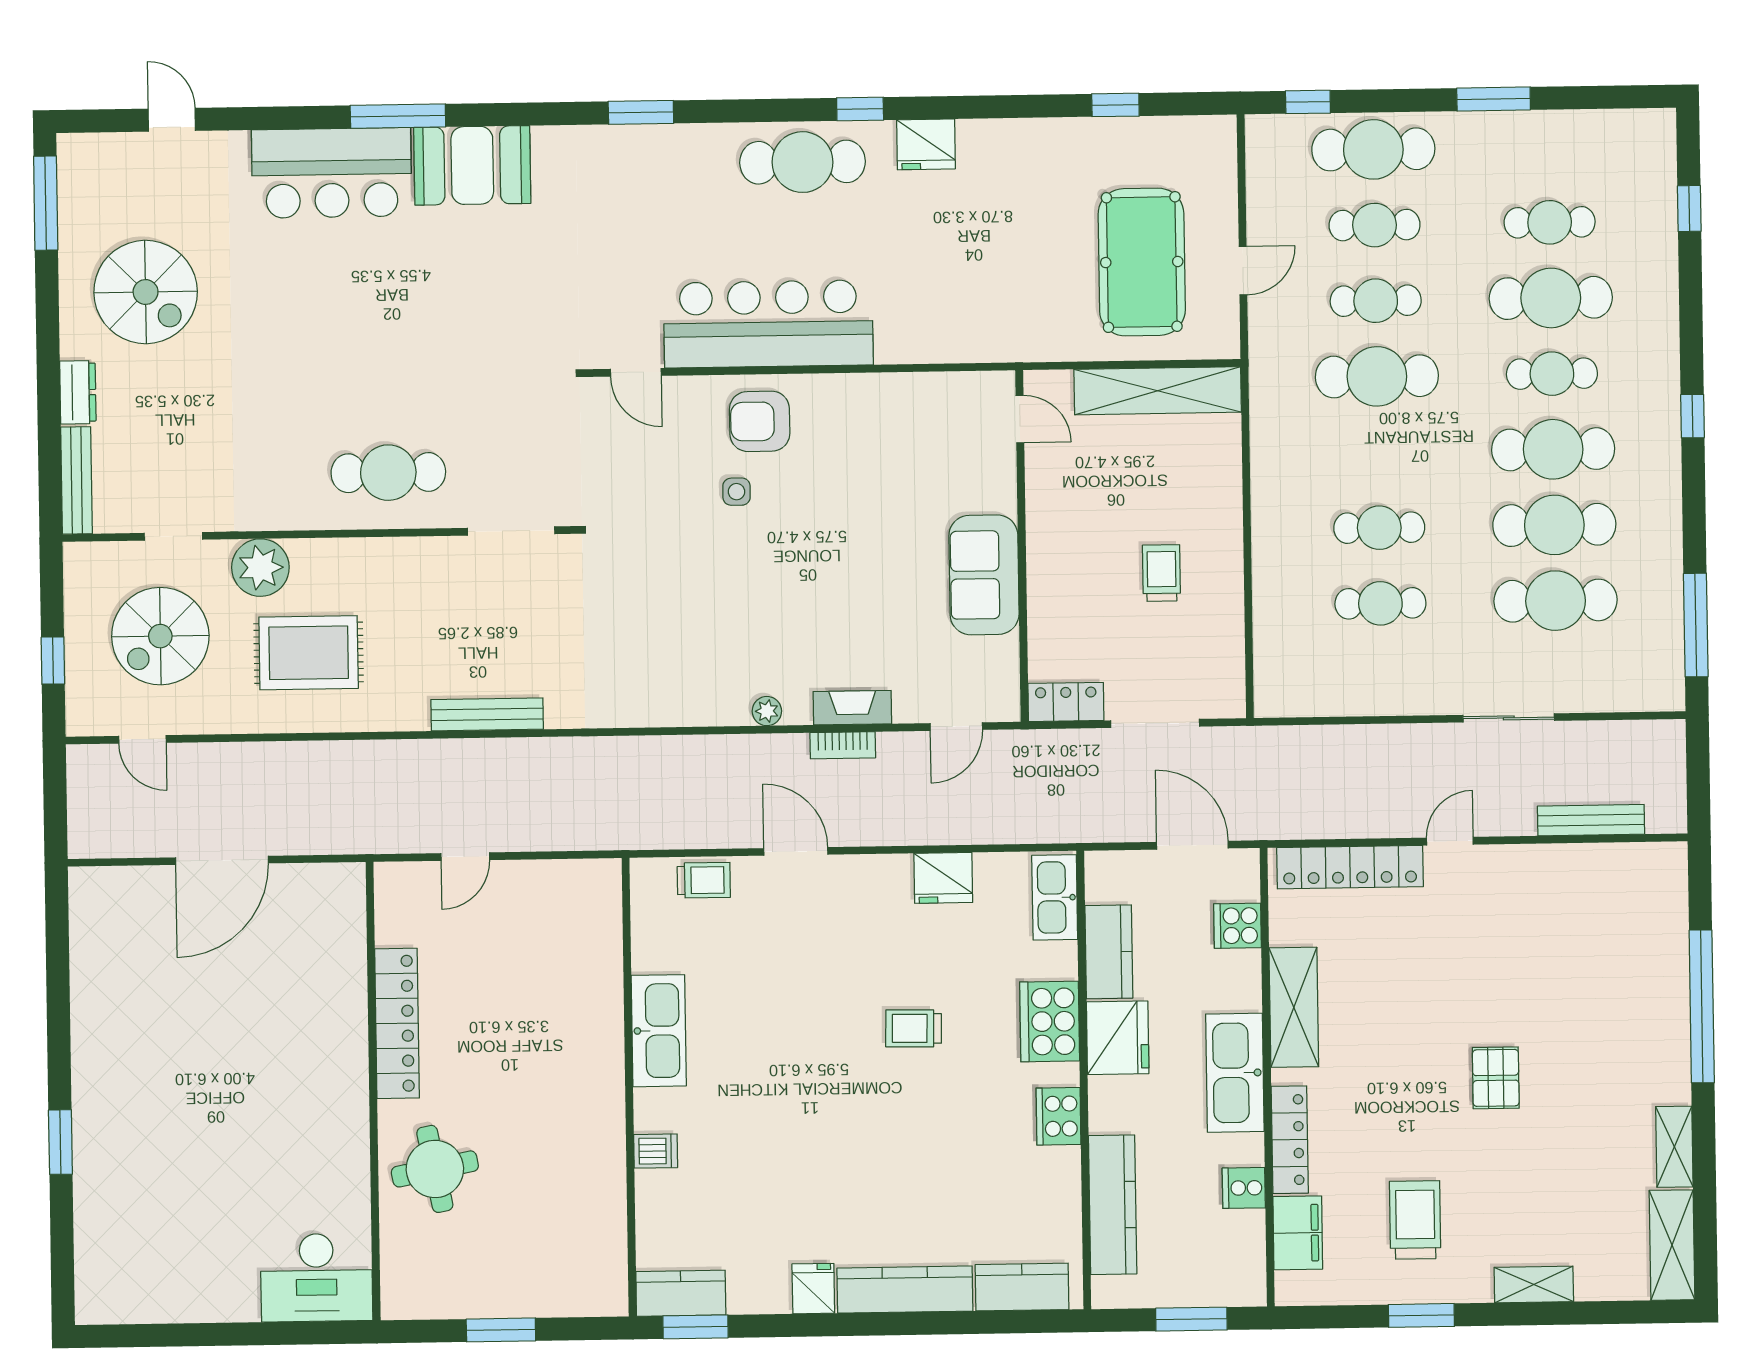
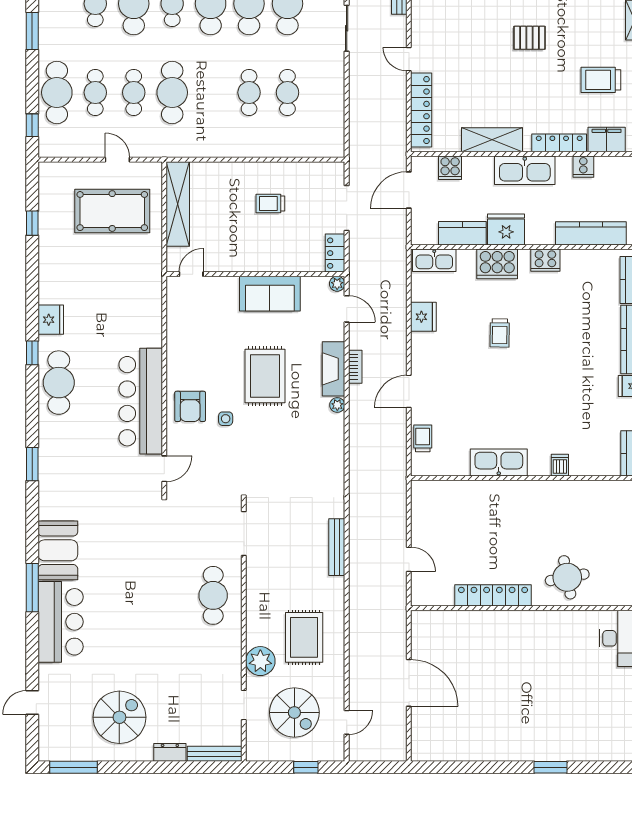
rug: (822, 568) -> (265, 376), added
plant: (1006, 707) -> (337, 284), added
fireplace: (852, 708) -> (334, 369), width x1.37, depth x1.32

